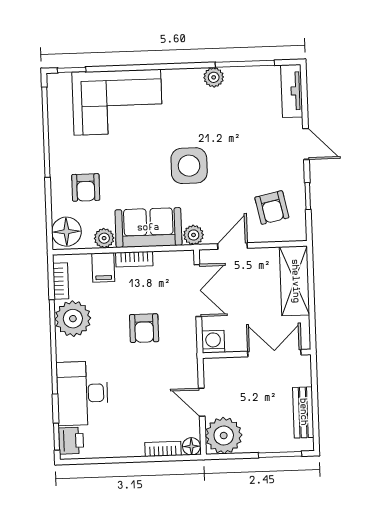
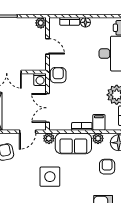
armchair: (144, 328) -> (58, 75), moved
plant: (224, 436) -> (41, 23), width x0.53, depth x0.53
floor lamp: (191, 446) -> (85, 22), moved

